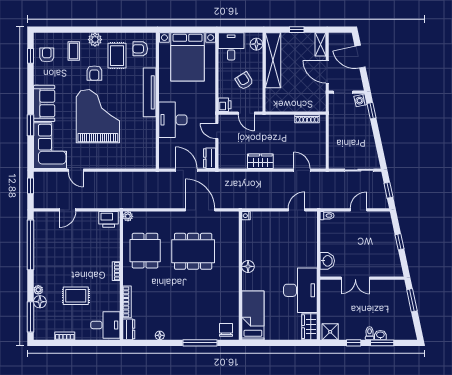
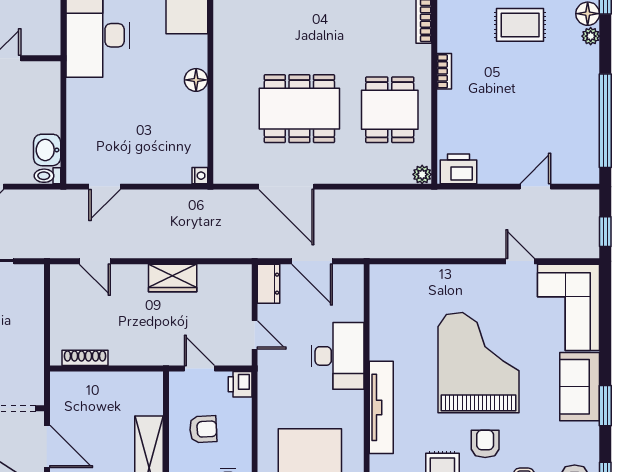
armchair: (244, 81) -> (203, 429), turned -61
grand piano: (98, 116) -> (478, 363), turned 180
window: (30, 125) -> (605, 406), moved
washbasin: (327, 261) -> (47, 150), moved

